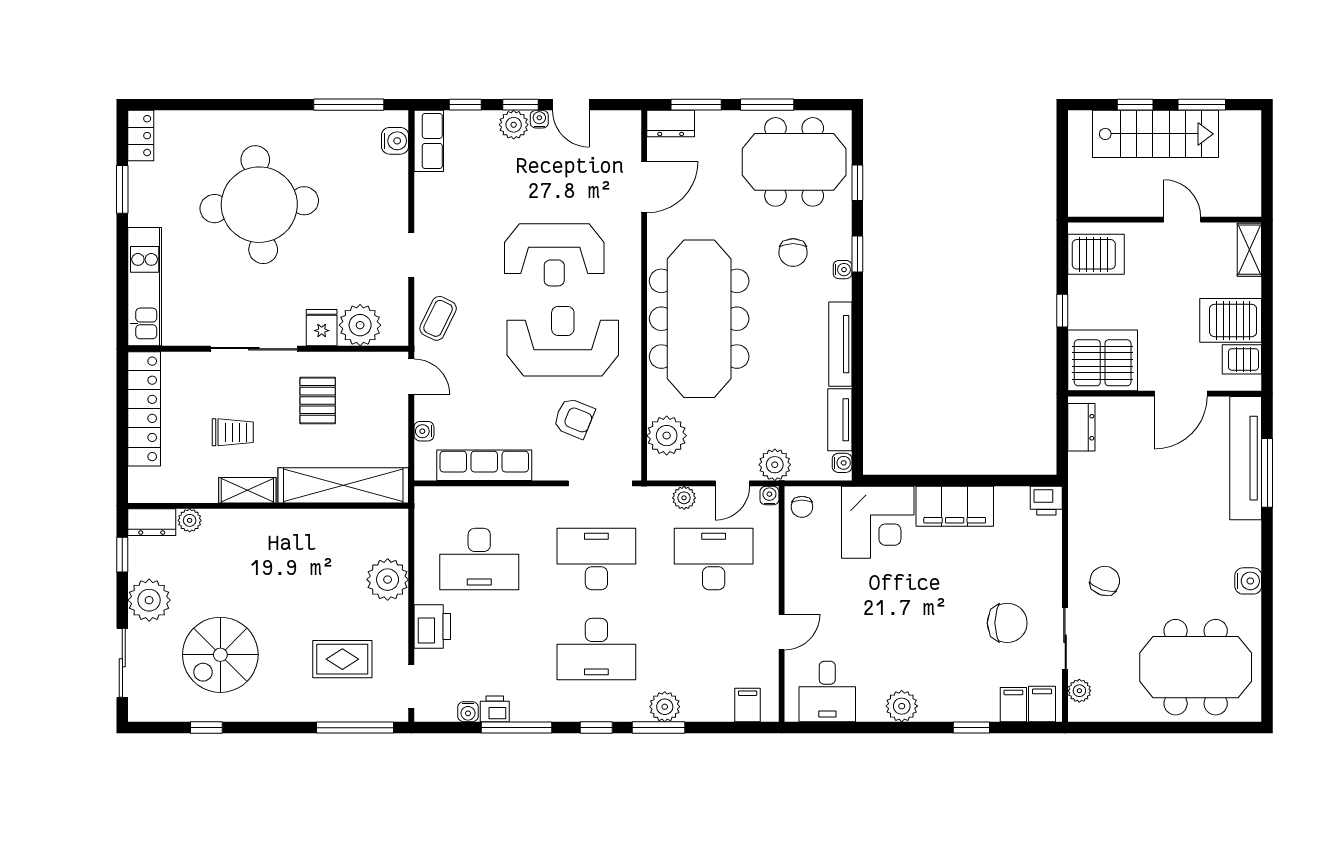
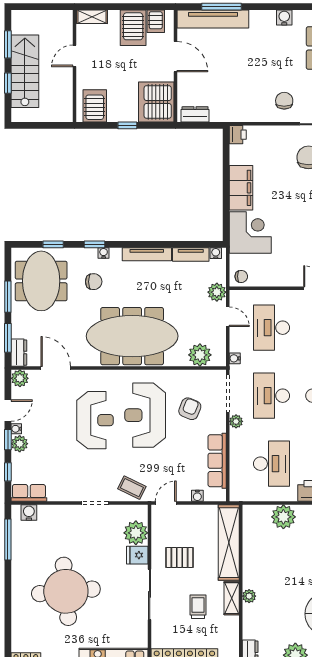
plant: (626, 125) -> (20, 378), added
water cooler: (769, 496) -> (235, 358), moved
plant: (684, 498) -> (236, 421), moved
plant: (190, 520) -> (249, 596), moved
chair: (1105, 581) -> (284, 101), turned 72

